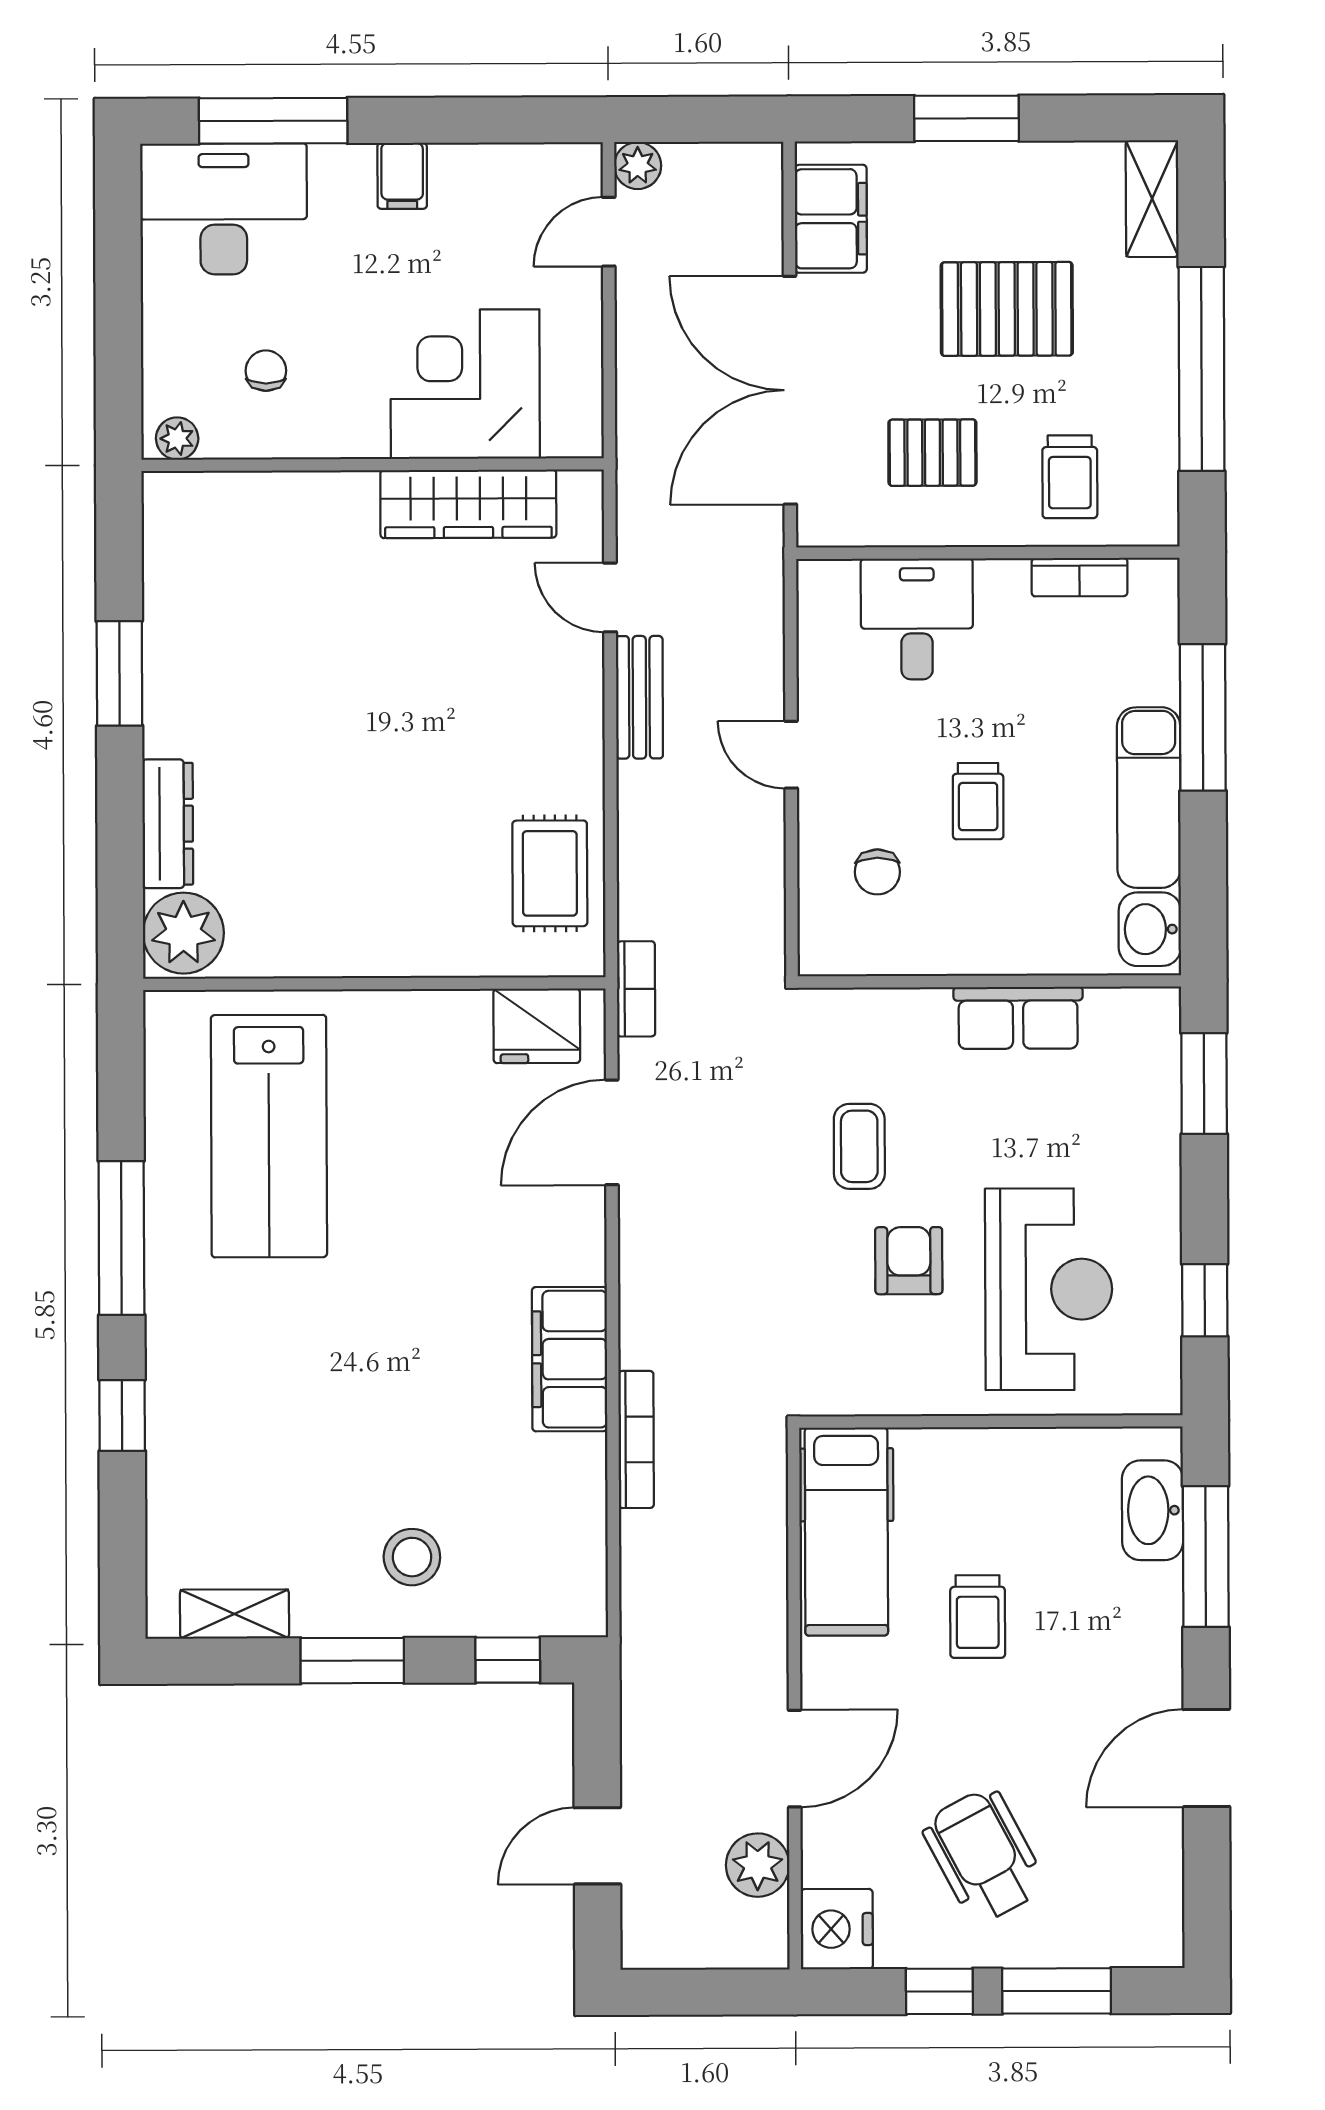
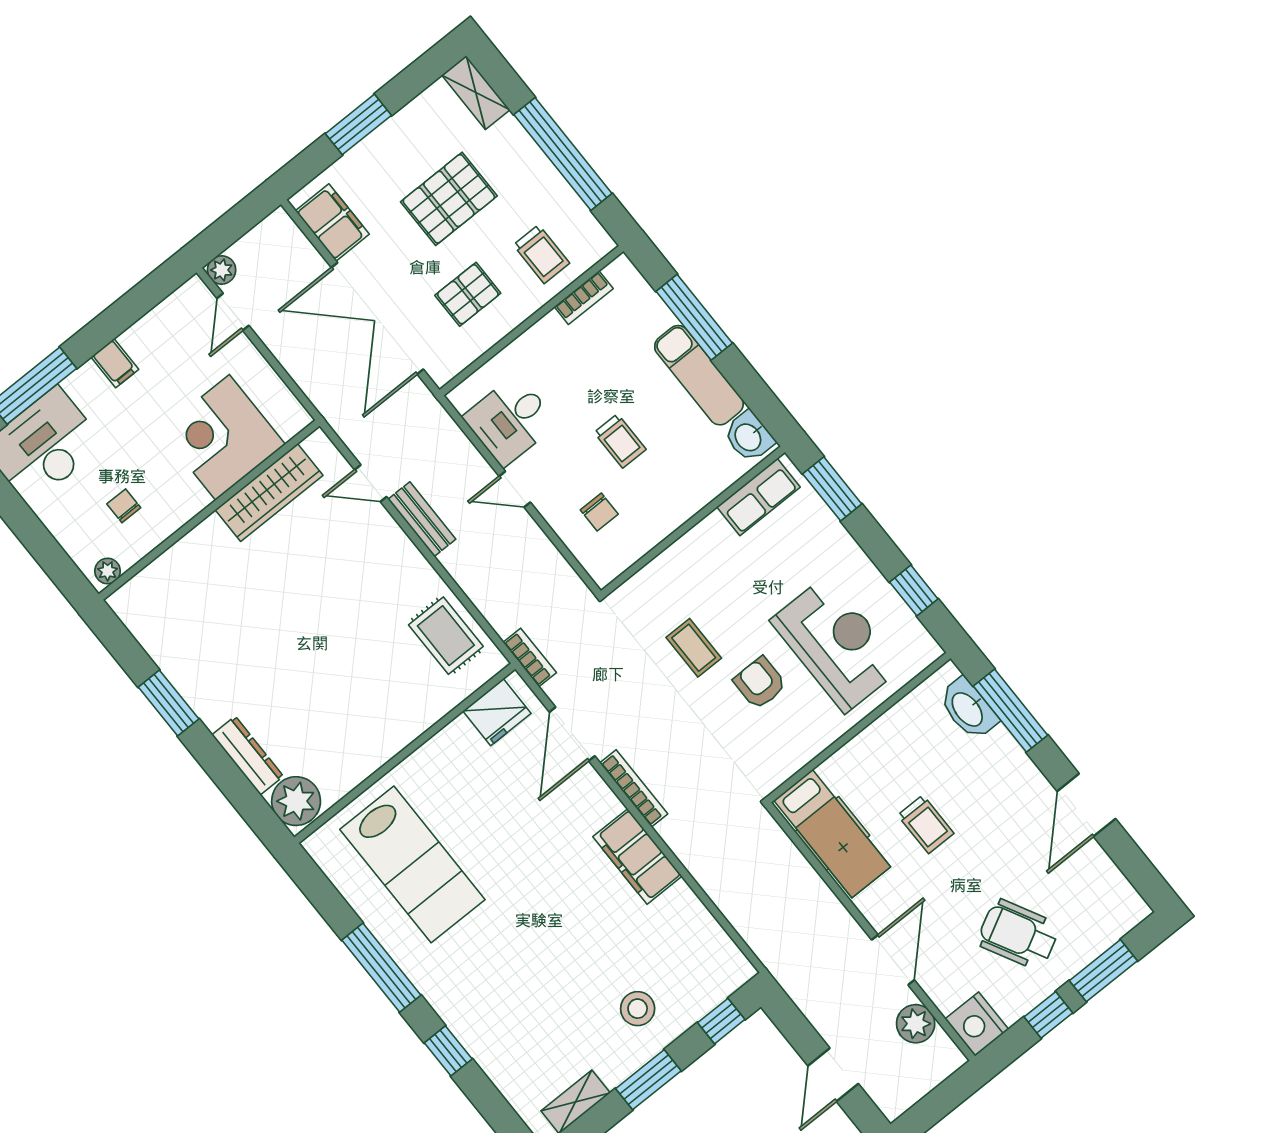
desk: (917, 619) -> (510, 420), moved, turned -90
row of seats: (1018, 1018) -> (758, 497), moved
bookcase: (636, 1439) -> (634, 788), moved

